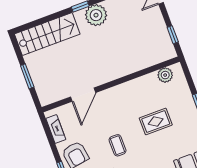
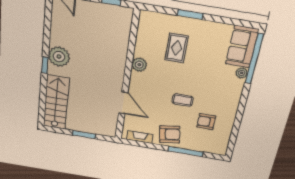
plant: (165, 75) -> (139, 65), moved
rug: (156, 122) -> (177, 48), moved

